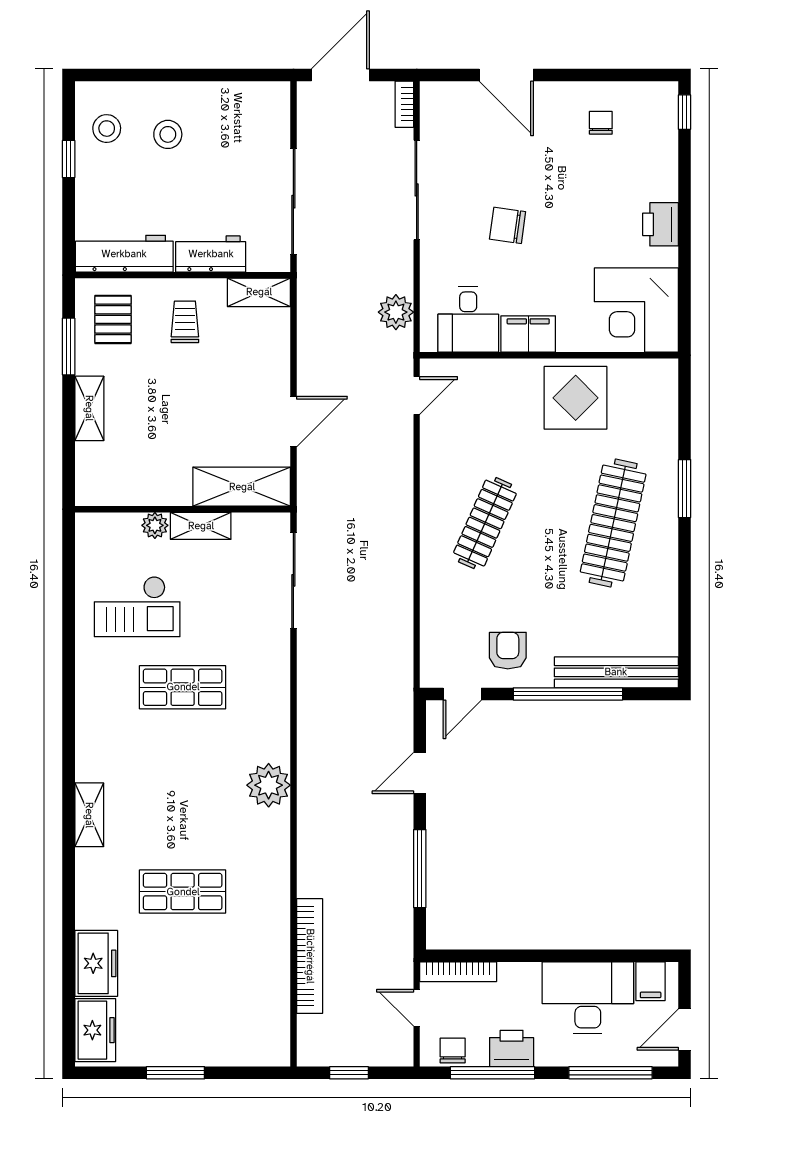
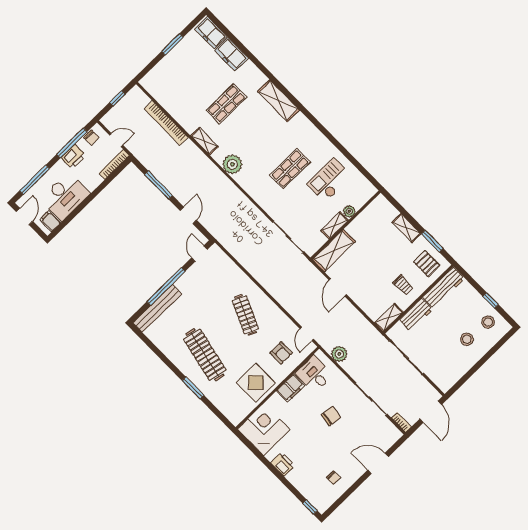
armchair: (508, 651) -> (281, 353), moved
shelving: (89, 815) -> (278, 101), width x1.50, depth x1.33
shelving: (277, 867) -> (204, 141), added

